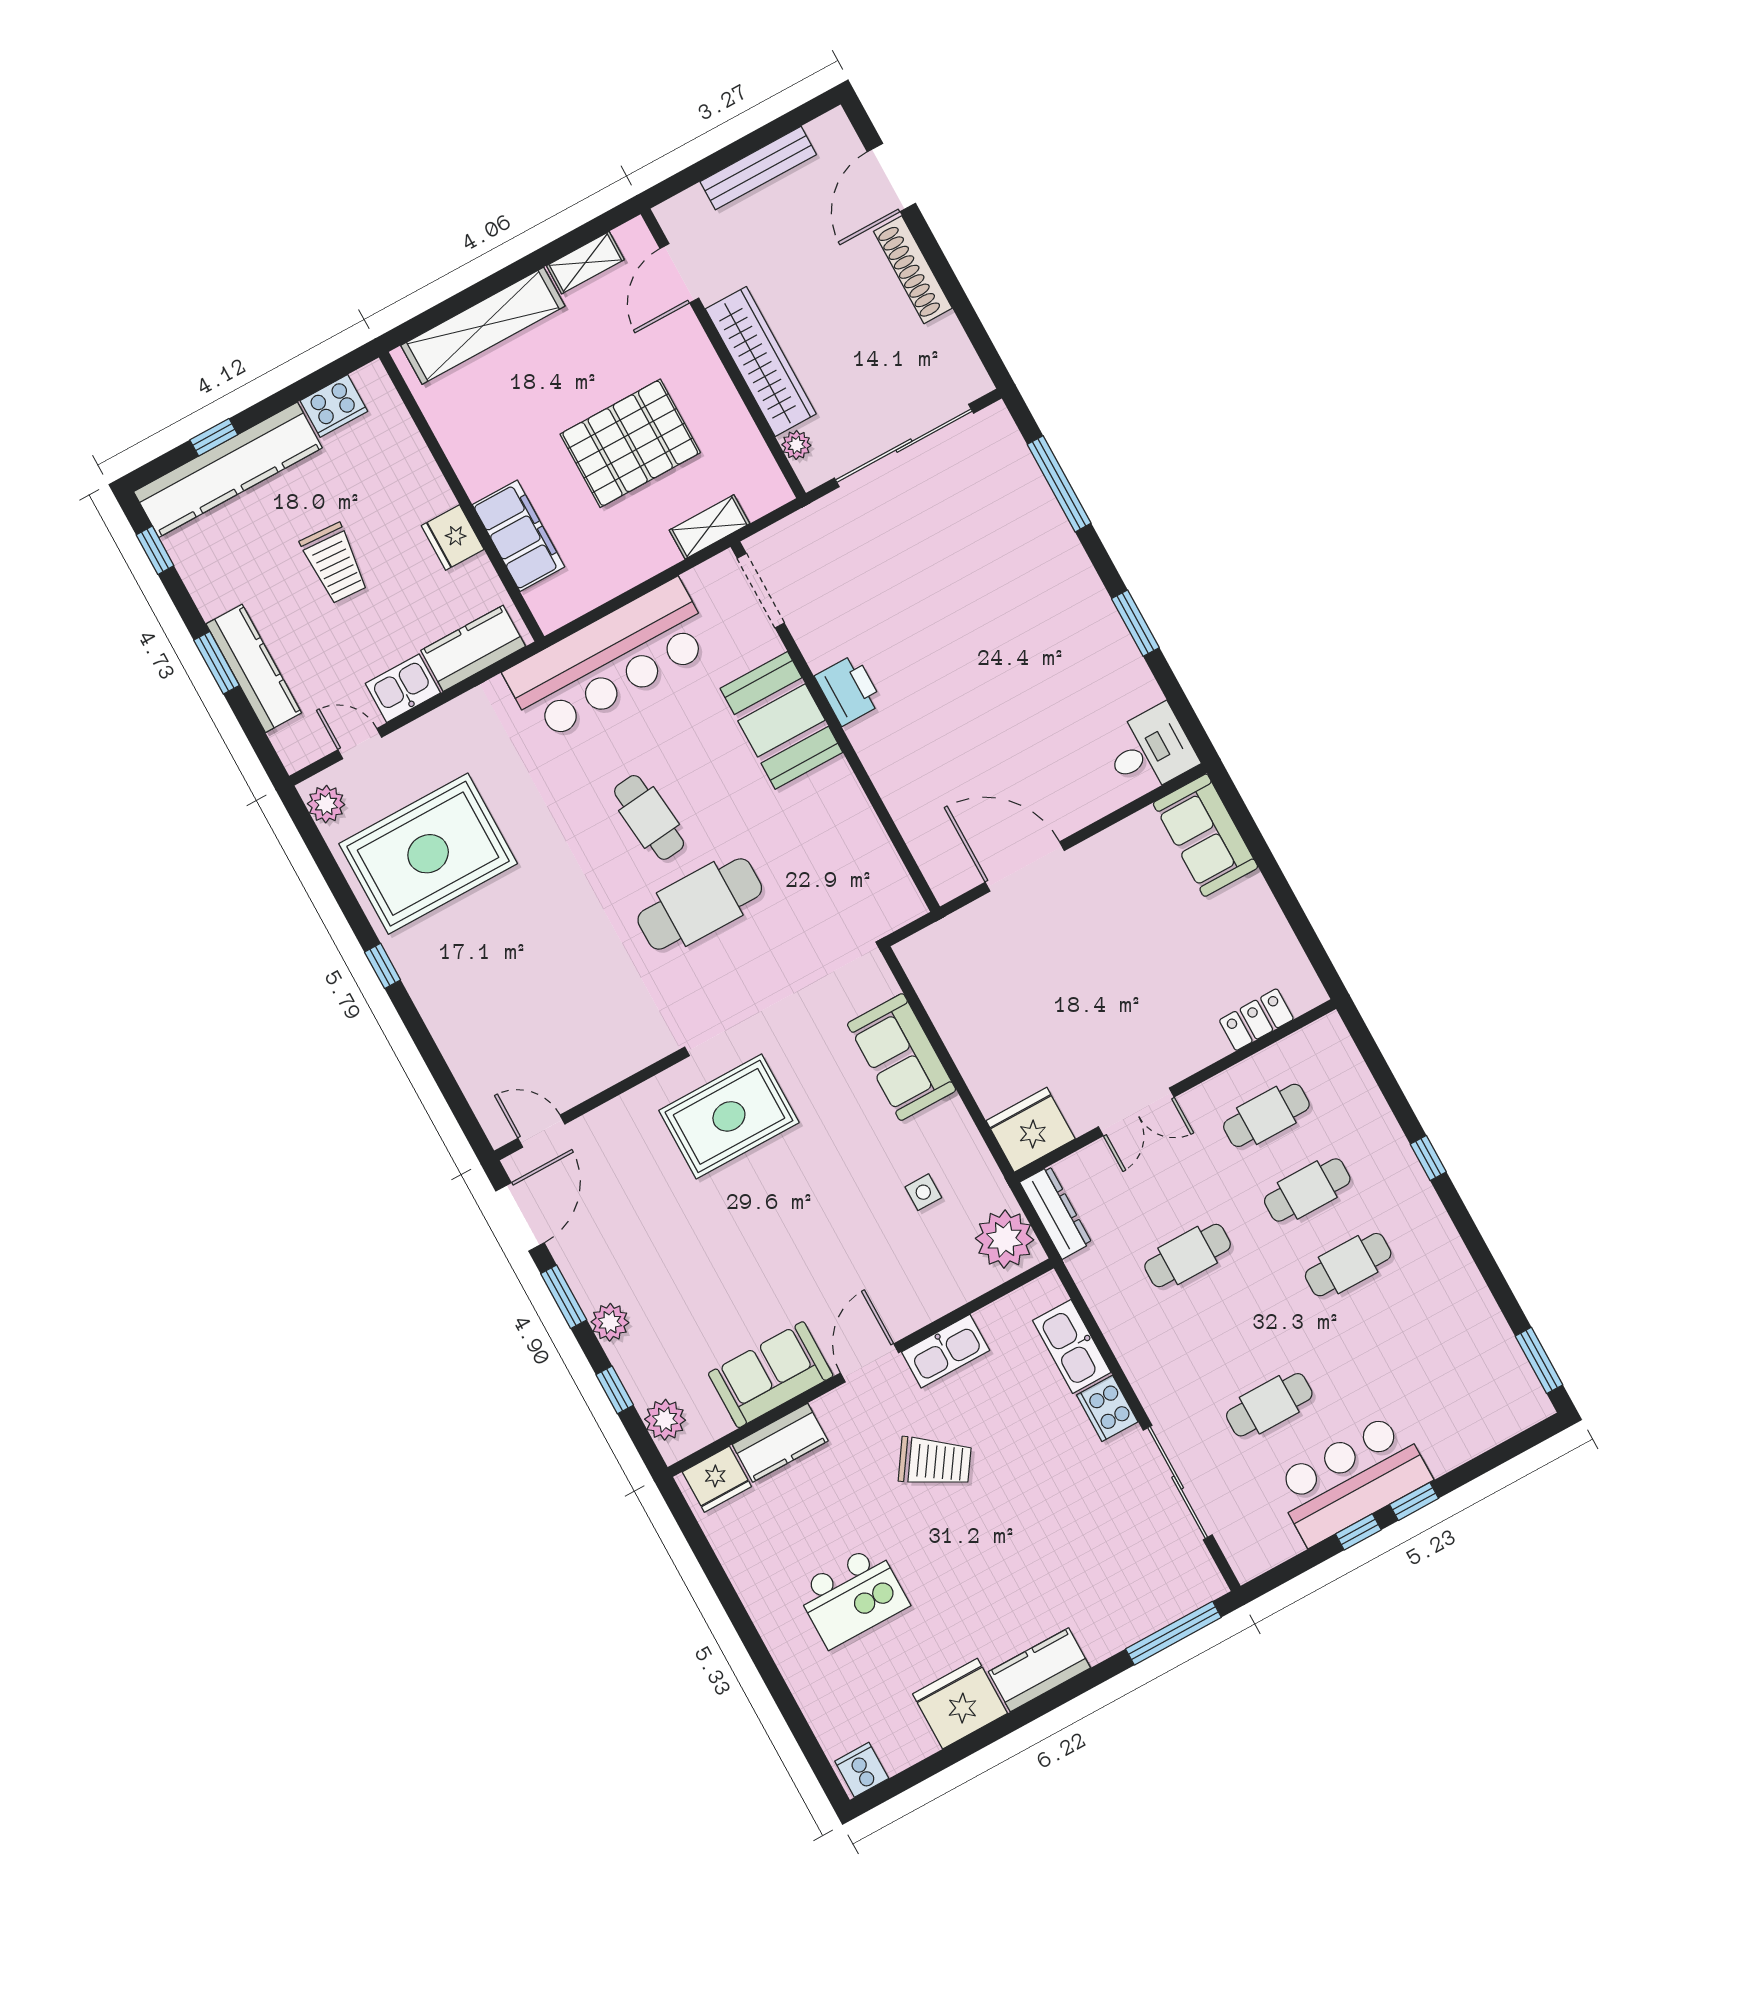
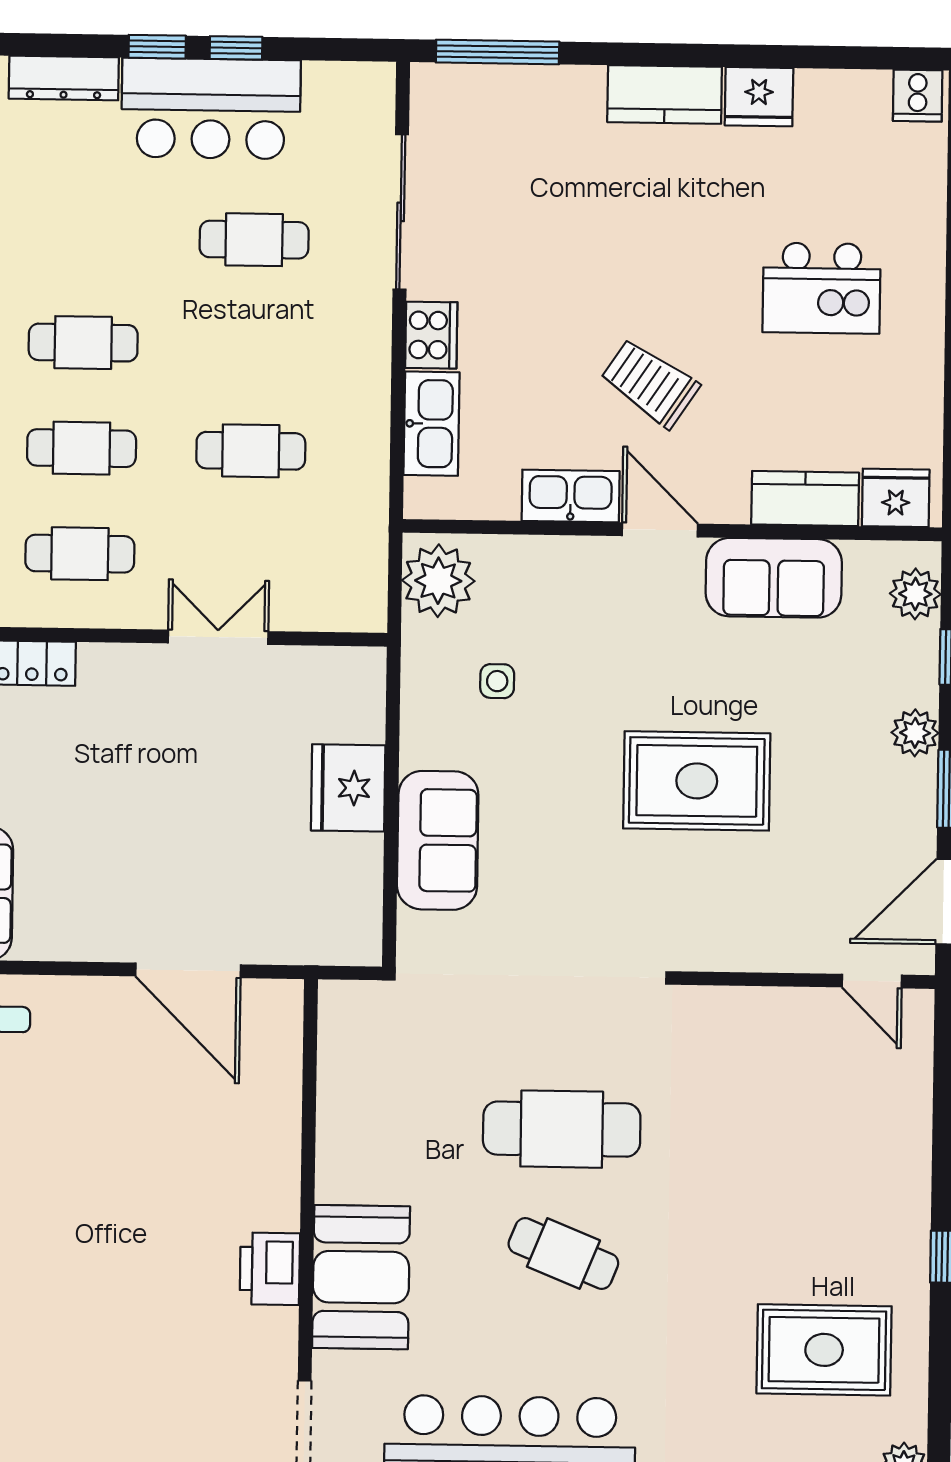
cafe table: (649, 817) -> (563, 1254), turned -62
rug: (428, 854) -> (824, 1350), width x0.73, depth x0.69
rug: (729, 1116) -> (697, 781), moved
fridge: (1031, 1130) -> (348, 788), moved, turned 90
dresser: (1056, 1213) -> (64, 78), moved, turned -90
door: (870, 1363) -> (660, 530), swing flipped
kitchen island: (852, 1597) -> (821, 288), turned 180
fridge: (960, 1704) -> (759, 97), width x0.73, depth x0.75

